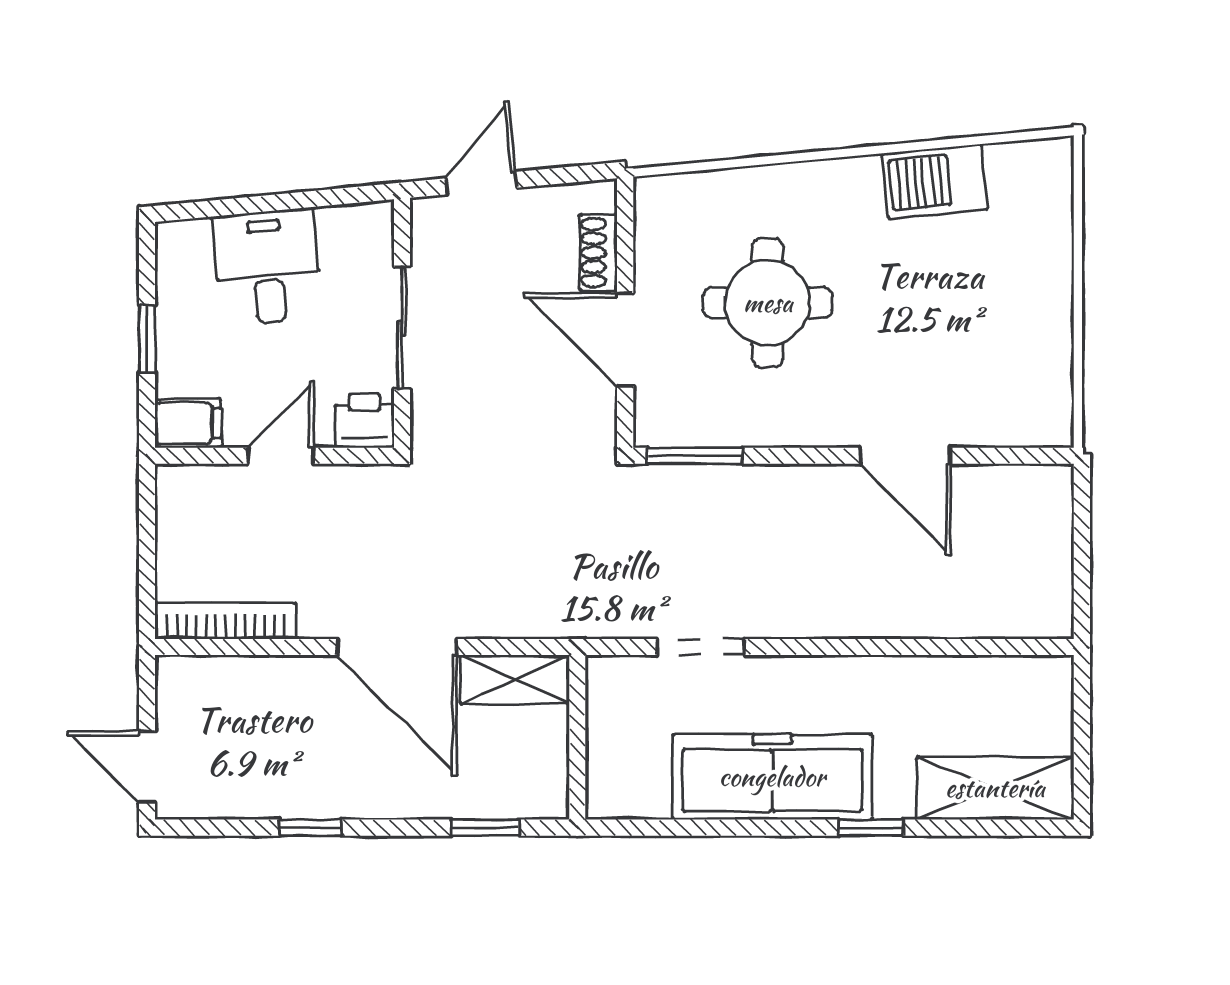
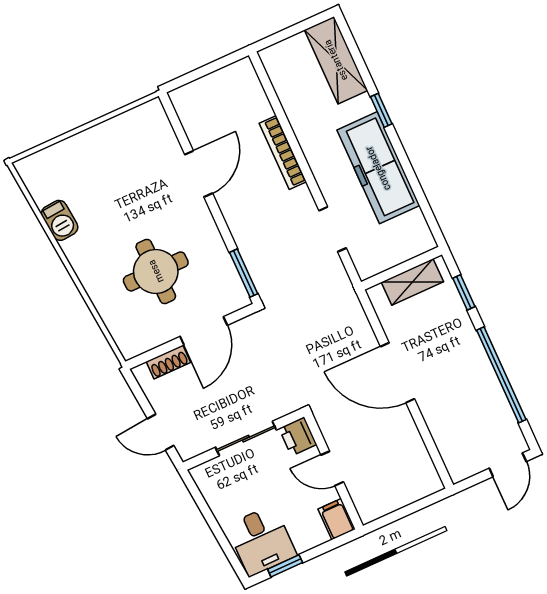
barbecue: (935, 181) -> (60, 220), width x0.73, depth x0.79
desk: (267, 267) -> (261, 541), moved, turned -85
window: (147, 339) -> (285, 566), moved
bookcase: (226, 621) -> (283, 152), moved
door: (397, 647) -> (398, 373), swing flipped
shelving: (514, 680) -> (412, 282), moved, turned 90
window: (310, 828) -> (501, 375), width x3.17

